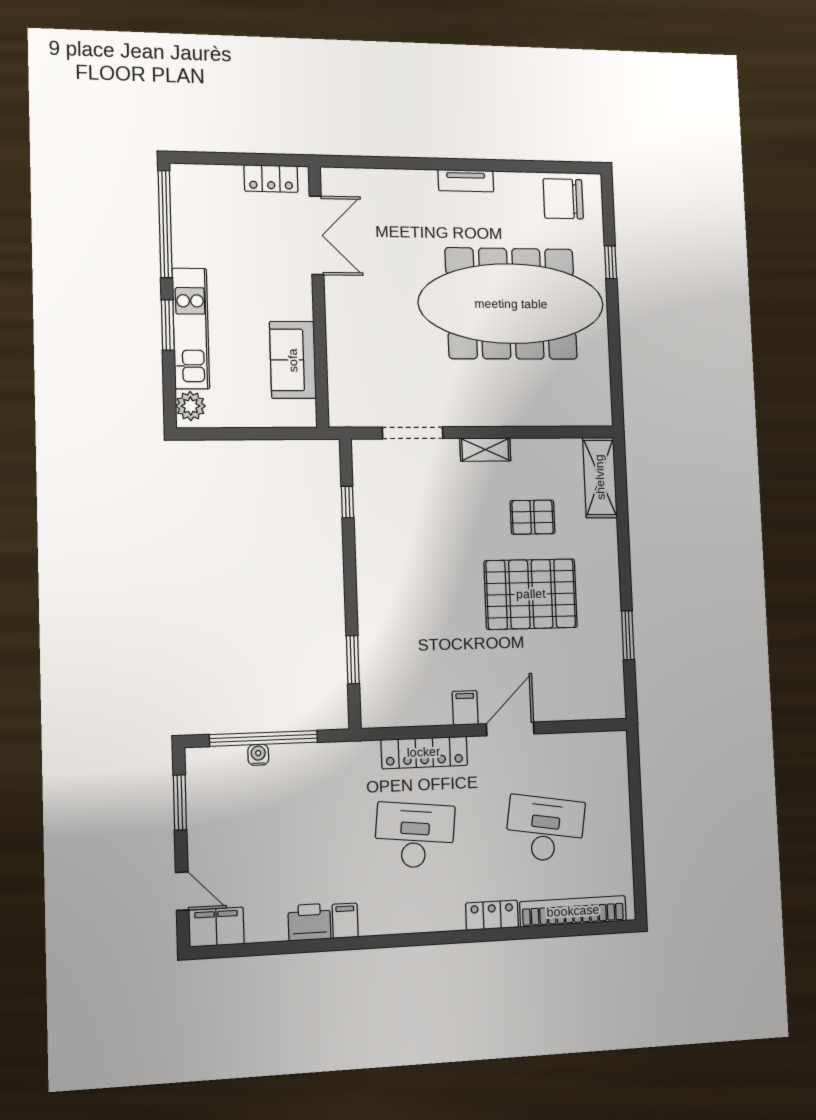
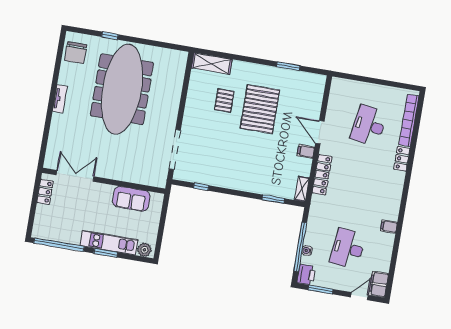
doorway: (413, 433) -> (175, 150), width x1.36
shelving: (485, 450) -> (302, 189), moved
desk: (415, 835) -> (348, 249), moved
printer: (309, 922) -> (306, 275), moved, turned 180

